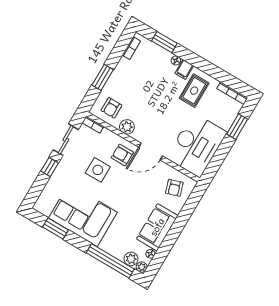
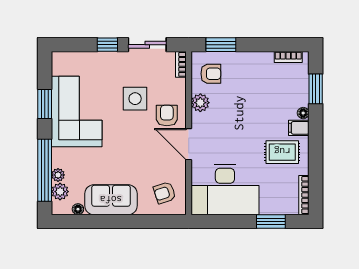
window: (103, 77) -> (221, 45), moved
armchair: (111, 108) -> (211, 74), turned 180
window: (56, 228) -> (45, 104), moved
plant: (142, 267) -> (58, 175), moved

